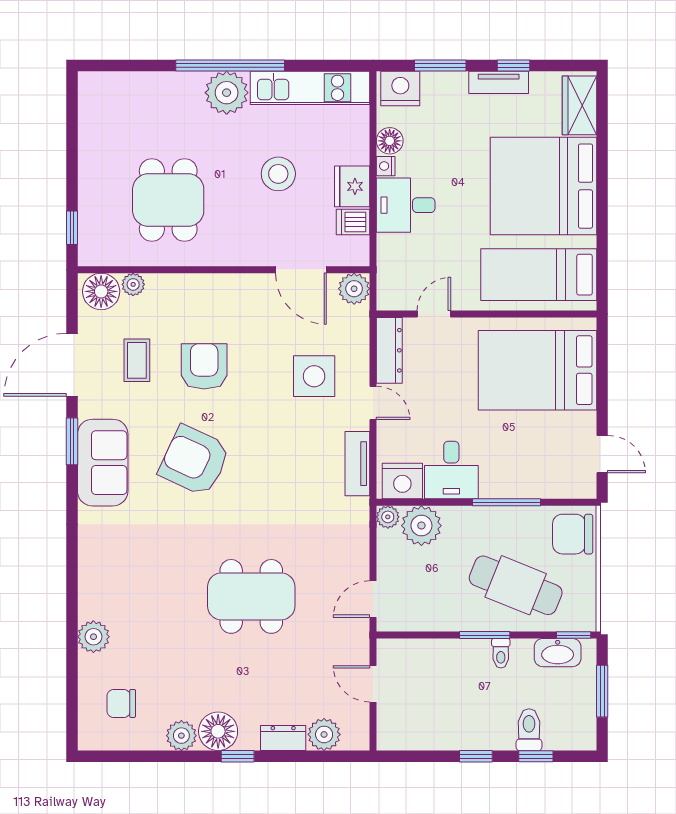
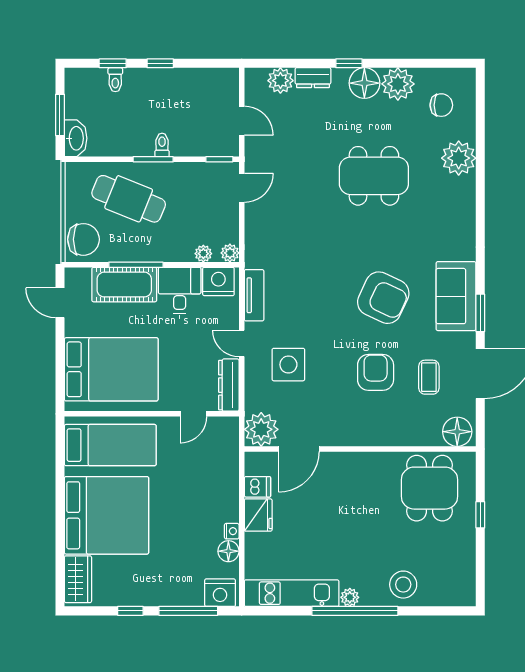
window: (440, 66) -> (188, 611), width x1.44
tv unit: (499, 82) -> (142, 597), removed
plant: (227, 93) -> (350, 597), width x0.53, depth x0.53
stool: (278, 174) -> (403, 585), moved
dining table: (168, 200) -> (430, 488), moved
desk: (406, 205) -> (216, 500), removed
window: (72, 228) -> (480, 515), moved
door: (301, 270) -> (299, 449), swing flipped
plant: (133, 284) -> (432, 437), removed
plant: (354, 289) -> (261, 429), width x1.36, depth x1.36
armchair: (204, 366) -> (376, 372), turned 180
cot: (521, 477) -> (124, 285), added
plant: (421, 526) -> (203, 254), width x0.53, depth x0.53
dining table: (251, 596) -> (374, 176), moved
window: (574, 635) -> (219, 159), moved
plant: (93, 637) -> (459, 158), width x1.36, depth x1.36
toilet: (501, 653) -> (162, 145), moved
washbasin: (558, 653) -> (76, 138), moved, turned 90
toilet: (529, 730) -> (115, 80), width x0.73, depth x0.72
plant: (181, 736) -> (398, 84), width x1.36, depth x1.36

